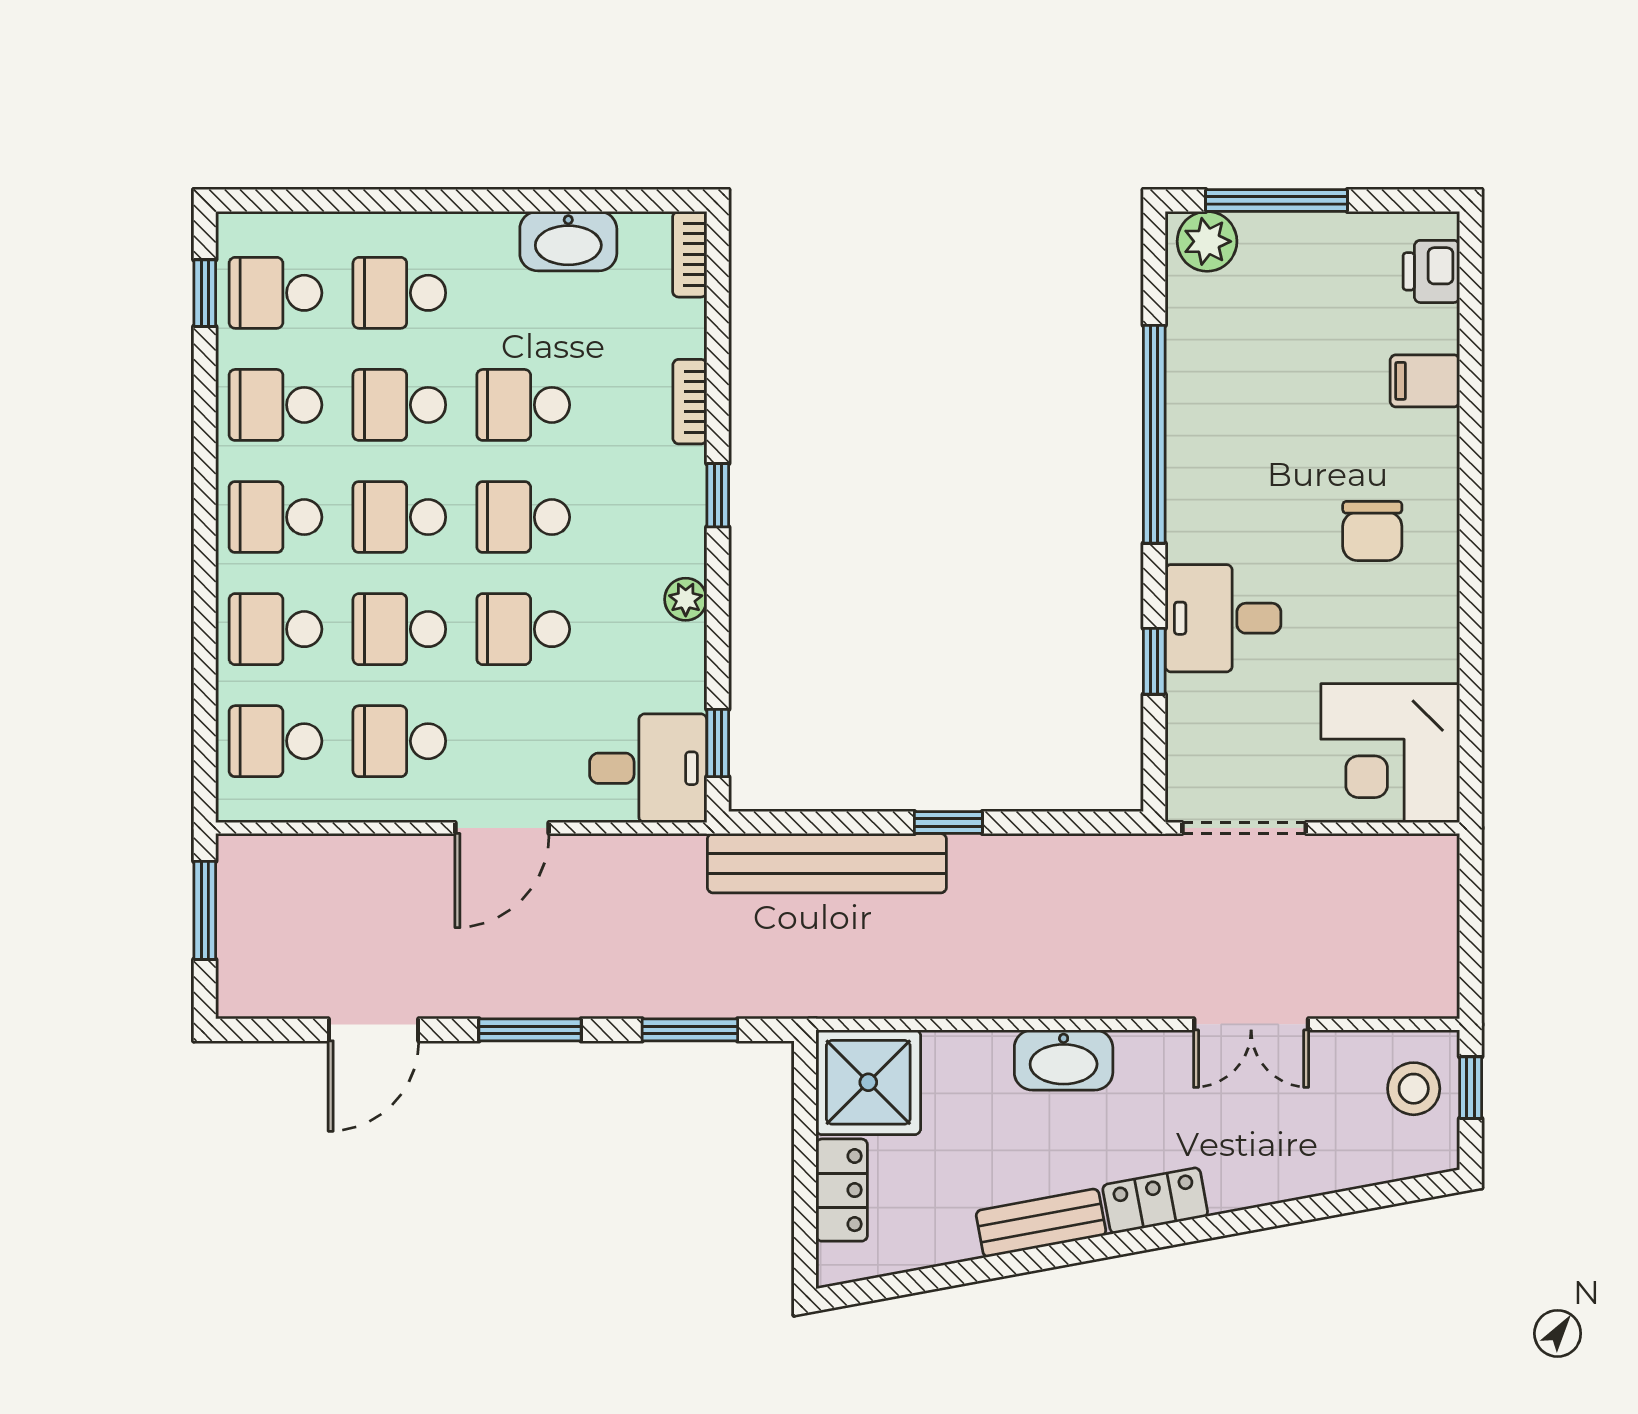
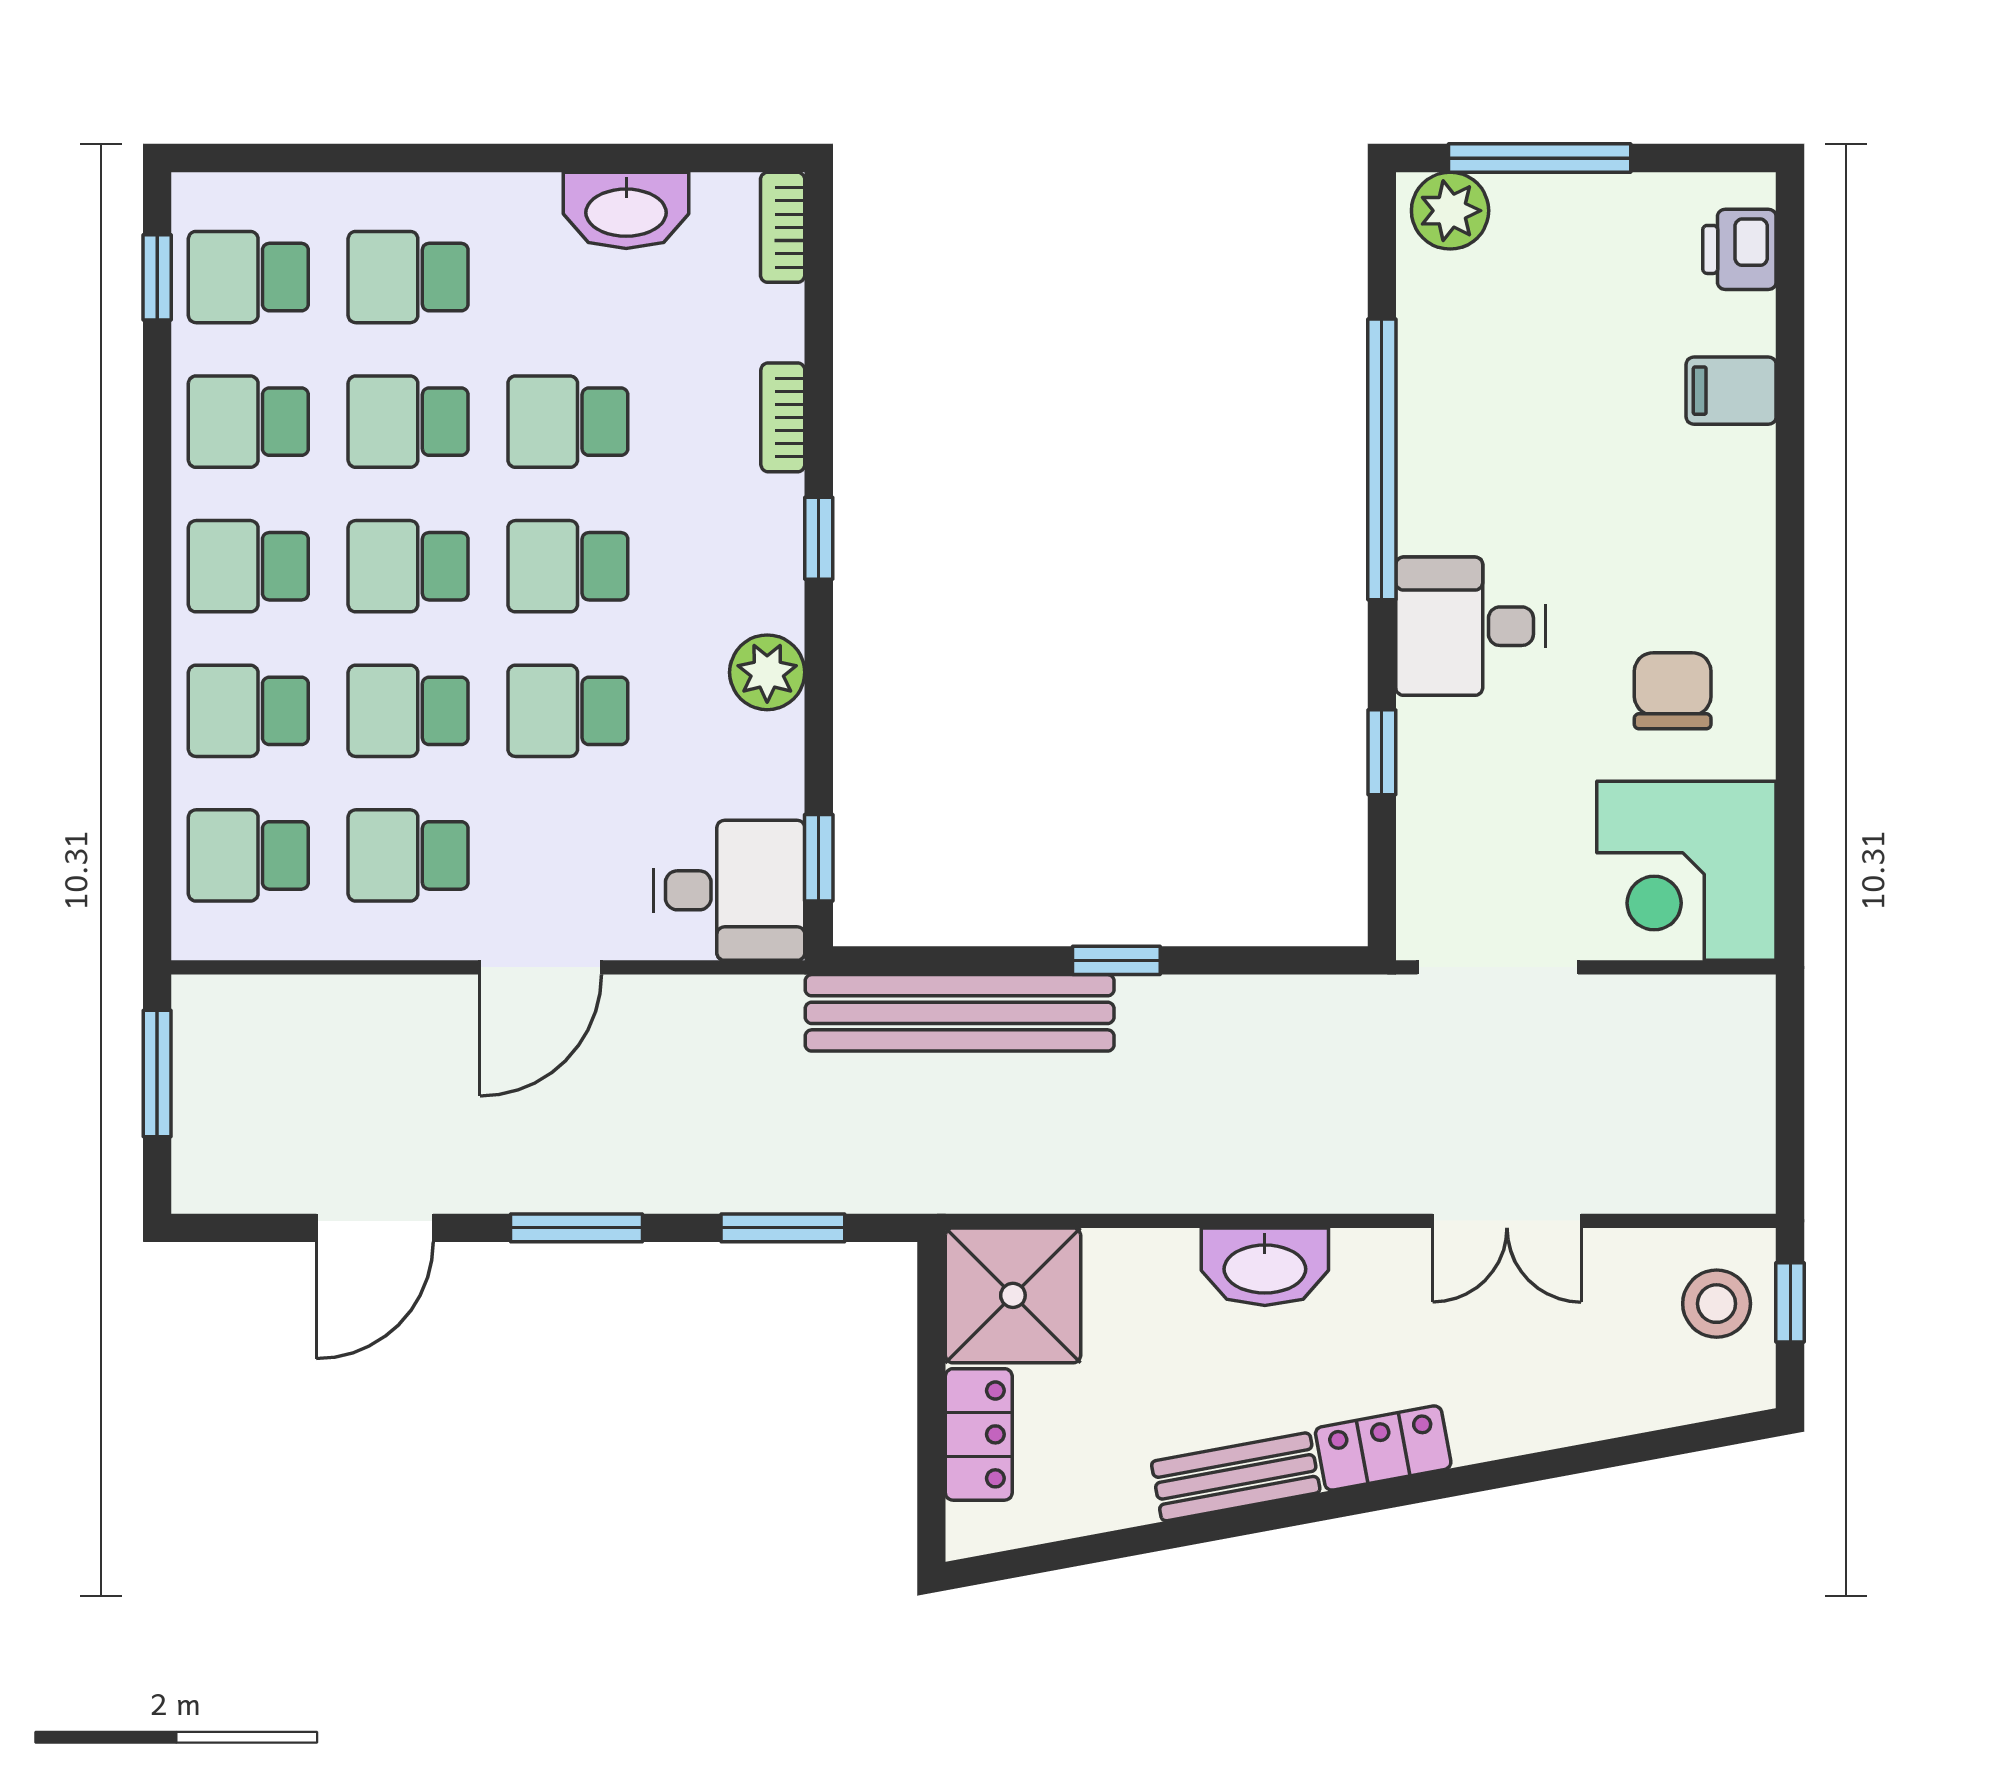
chair: (1372, 531) -> (1673, 691), moved, turned 180
plant: (686, 599) -> (767, 672), width x1.38, depth x1.38
desk: (1223, 618) -> (1471, 626), moved

